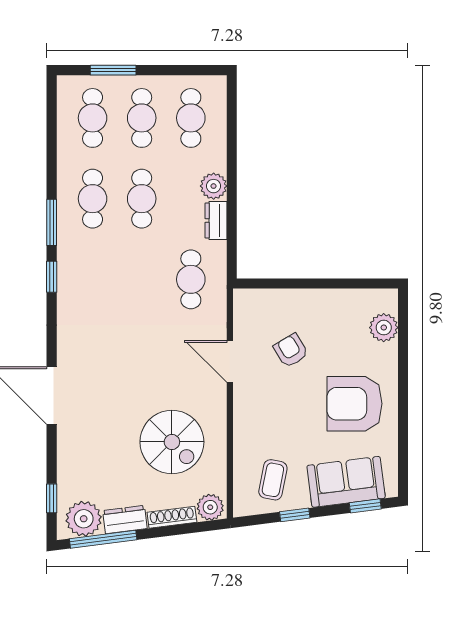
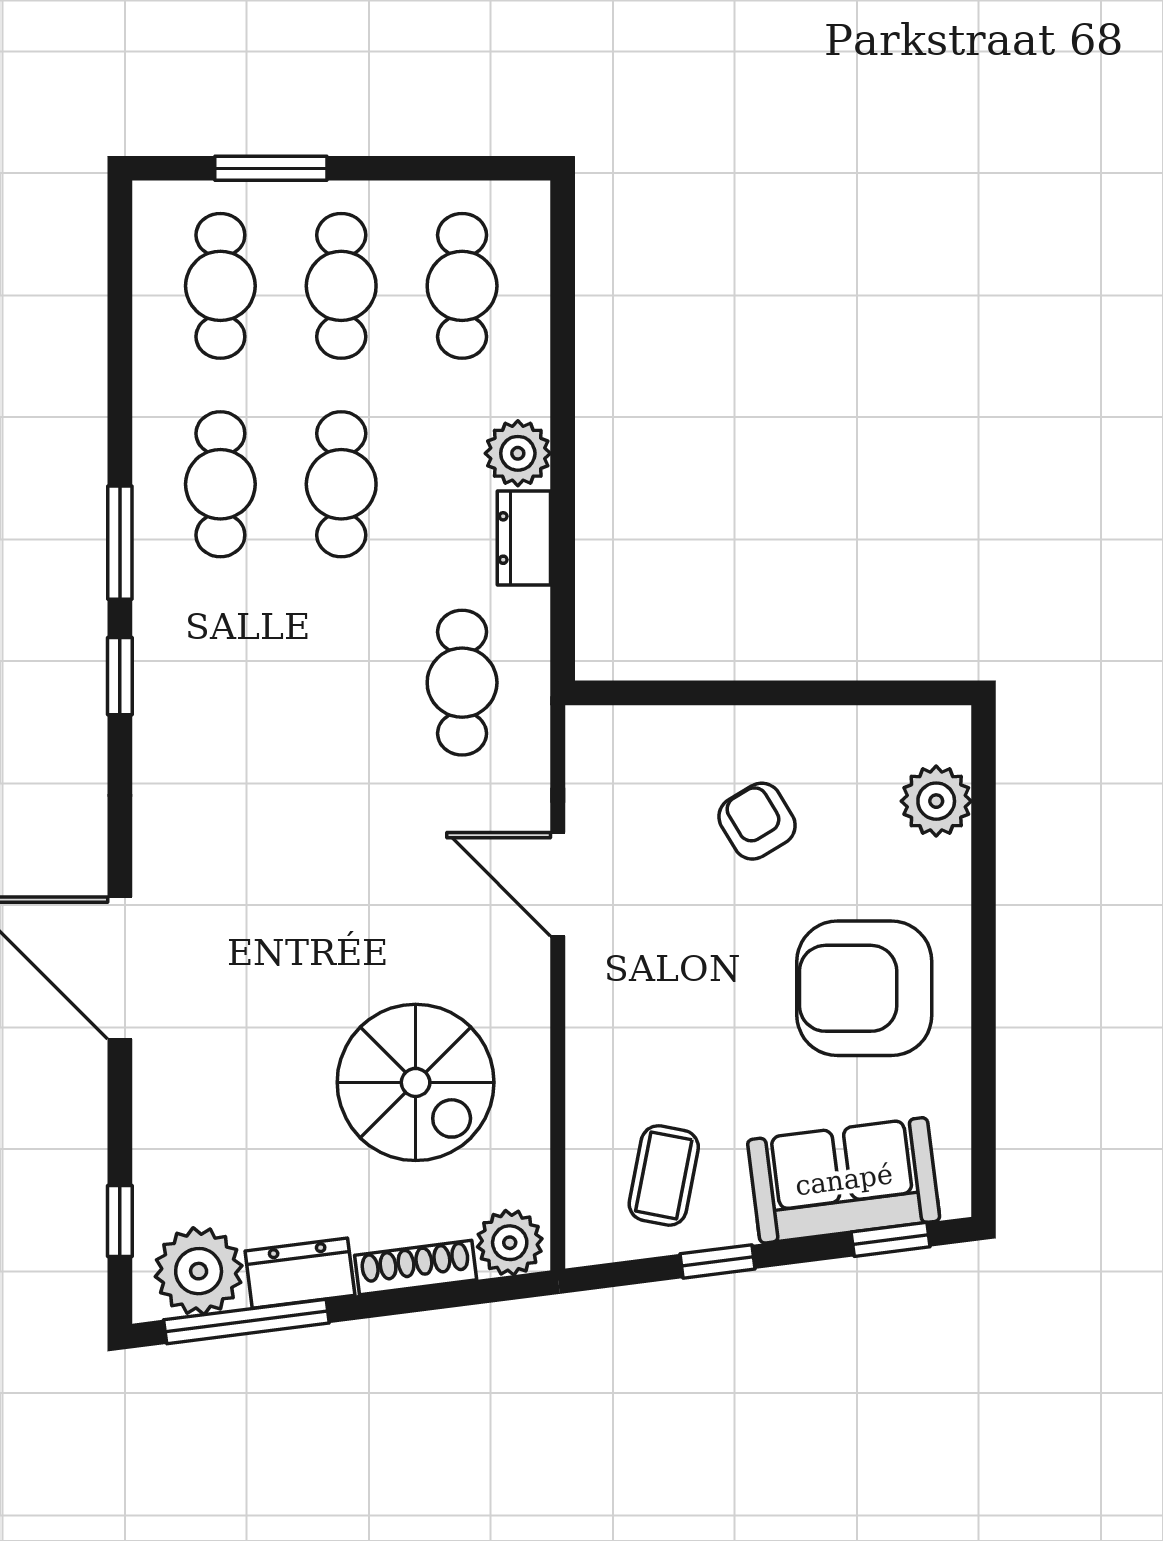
armchair: (291, 350) -> (757, 821), moved

